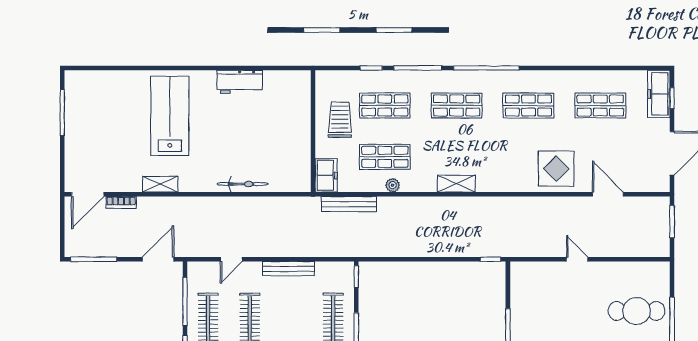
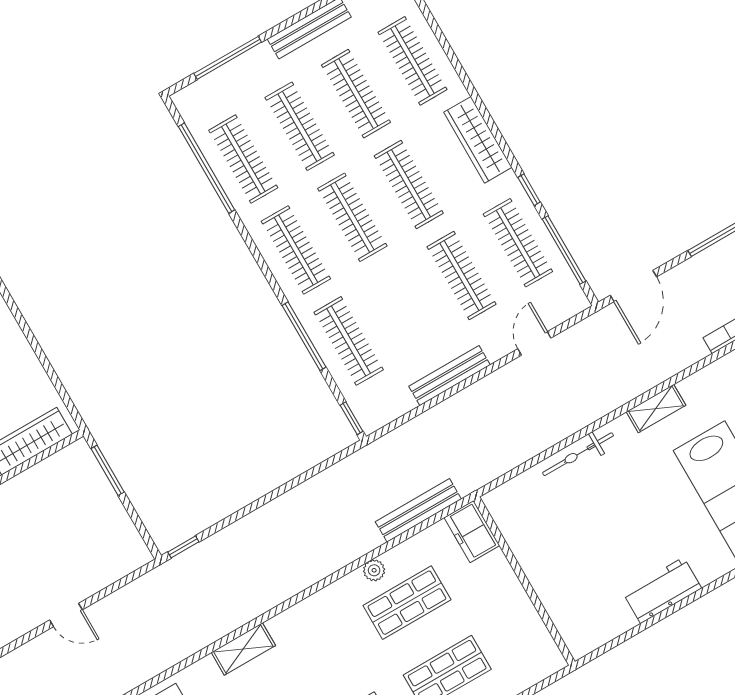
trolley: (340, 120) -> (497, 618), removed
shelving: (160, 184) -> (656, 409), moved
shelving: (456, 184) -> (243, 649), moved

